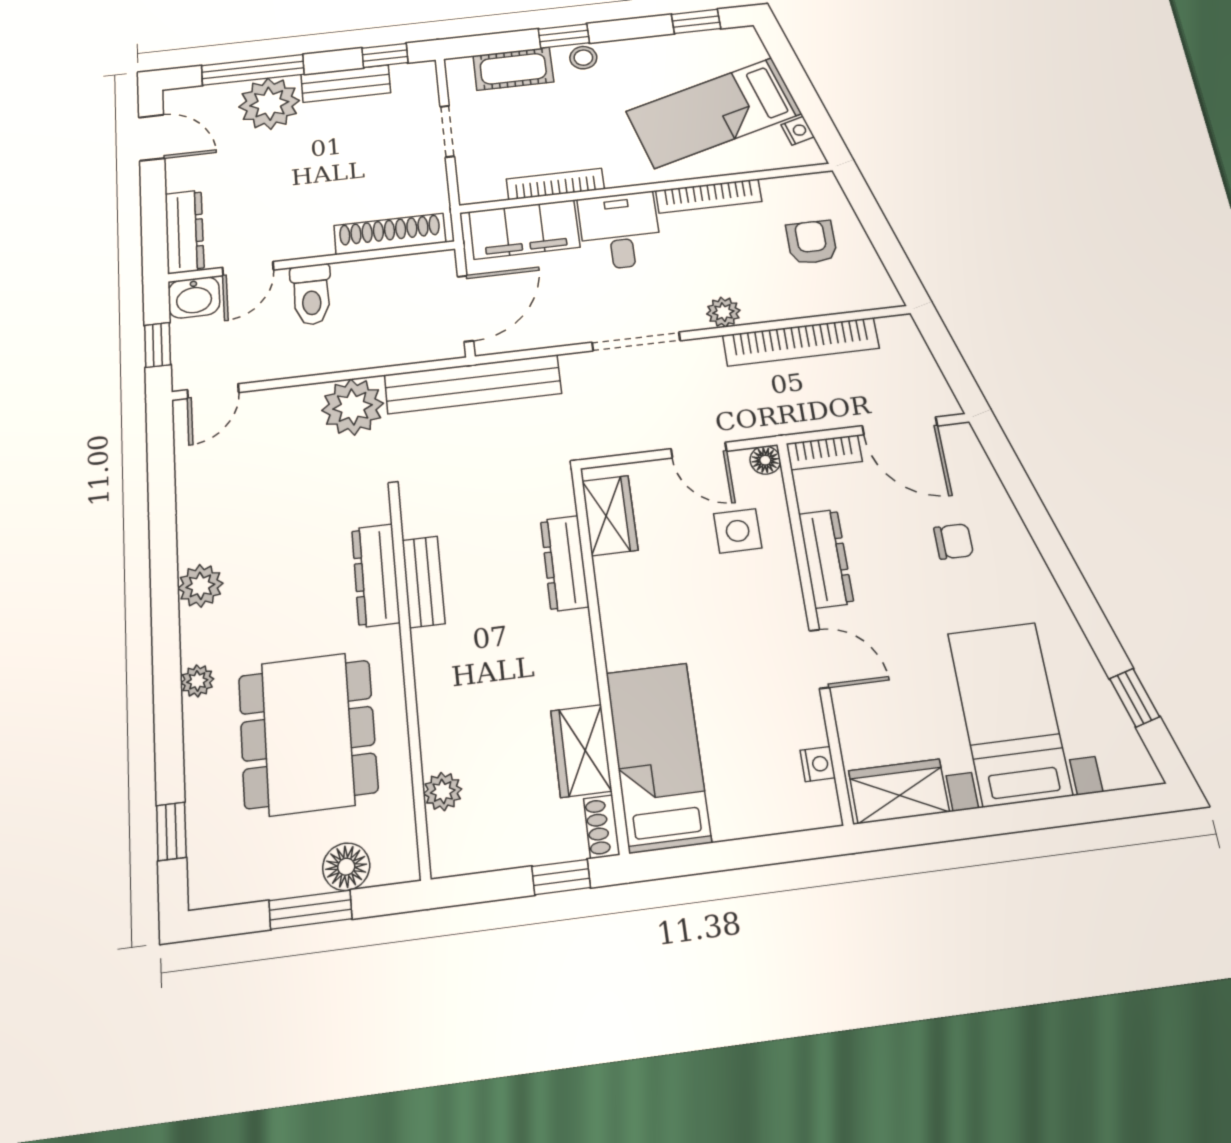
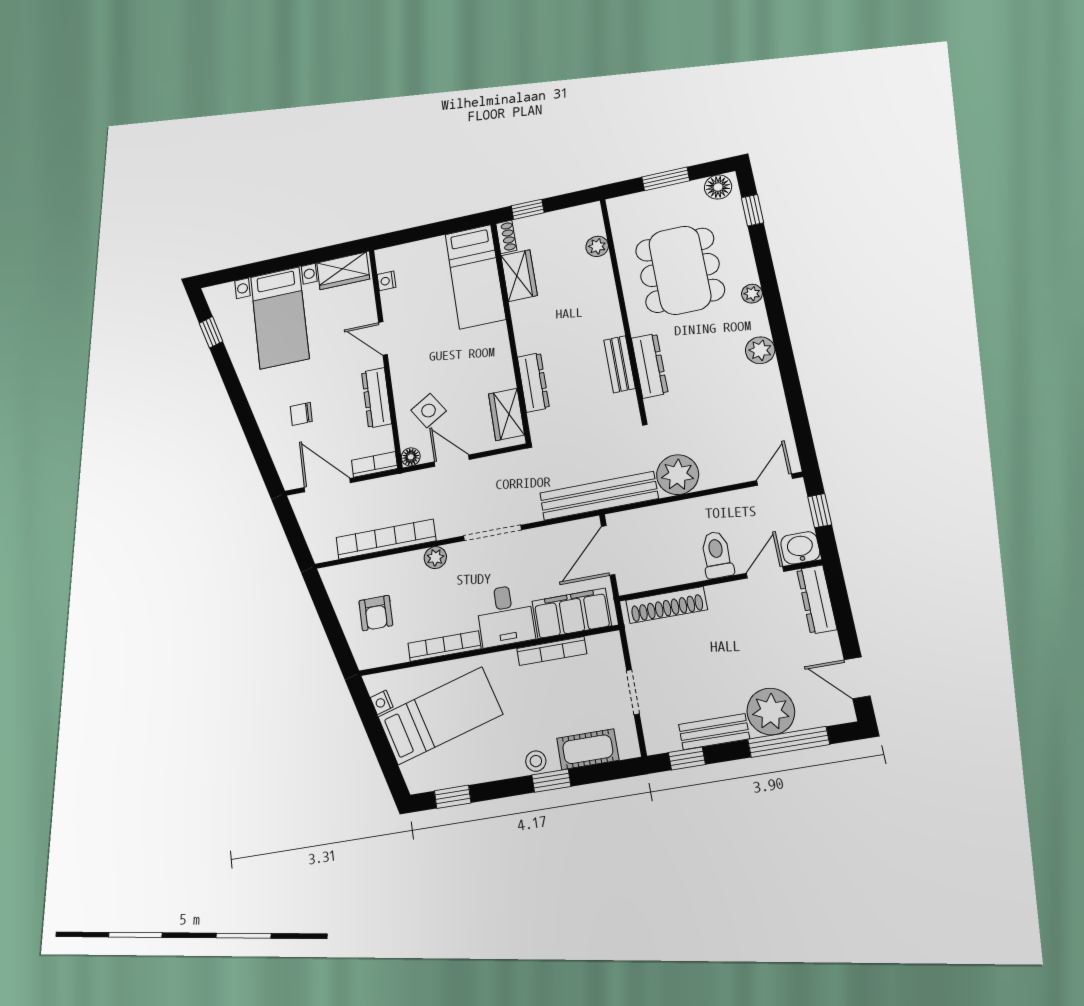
side table: (738, 531) -> (429, 411), turned -32
floor lamp: (346, 867) -> (718, 187), moved

